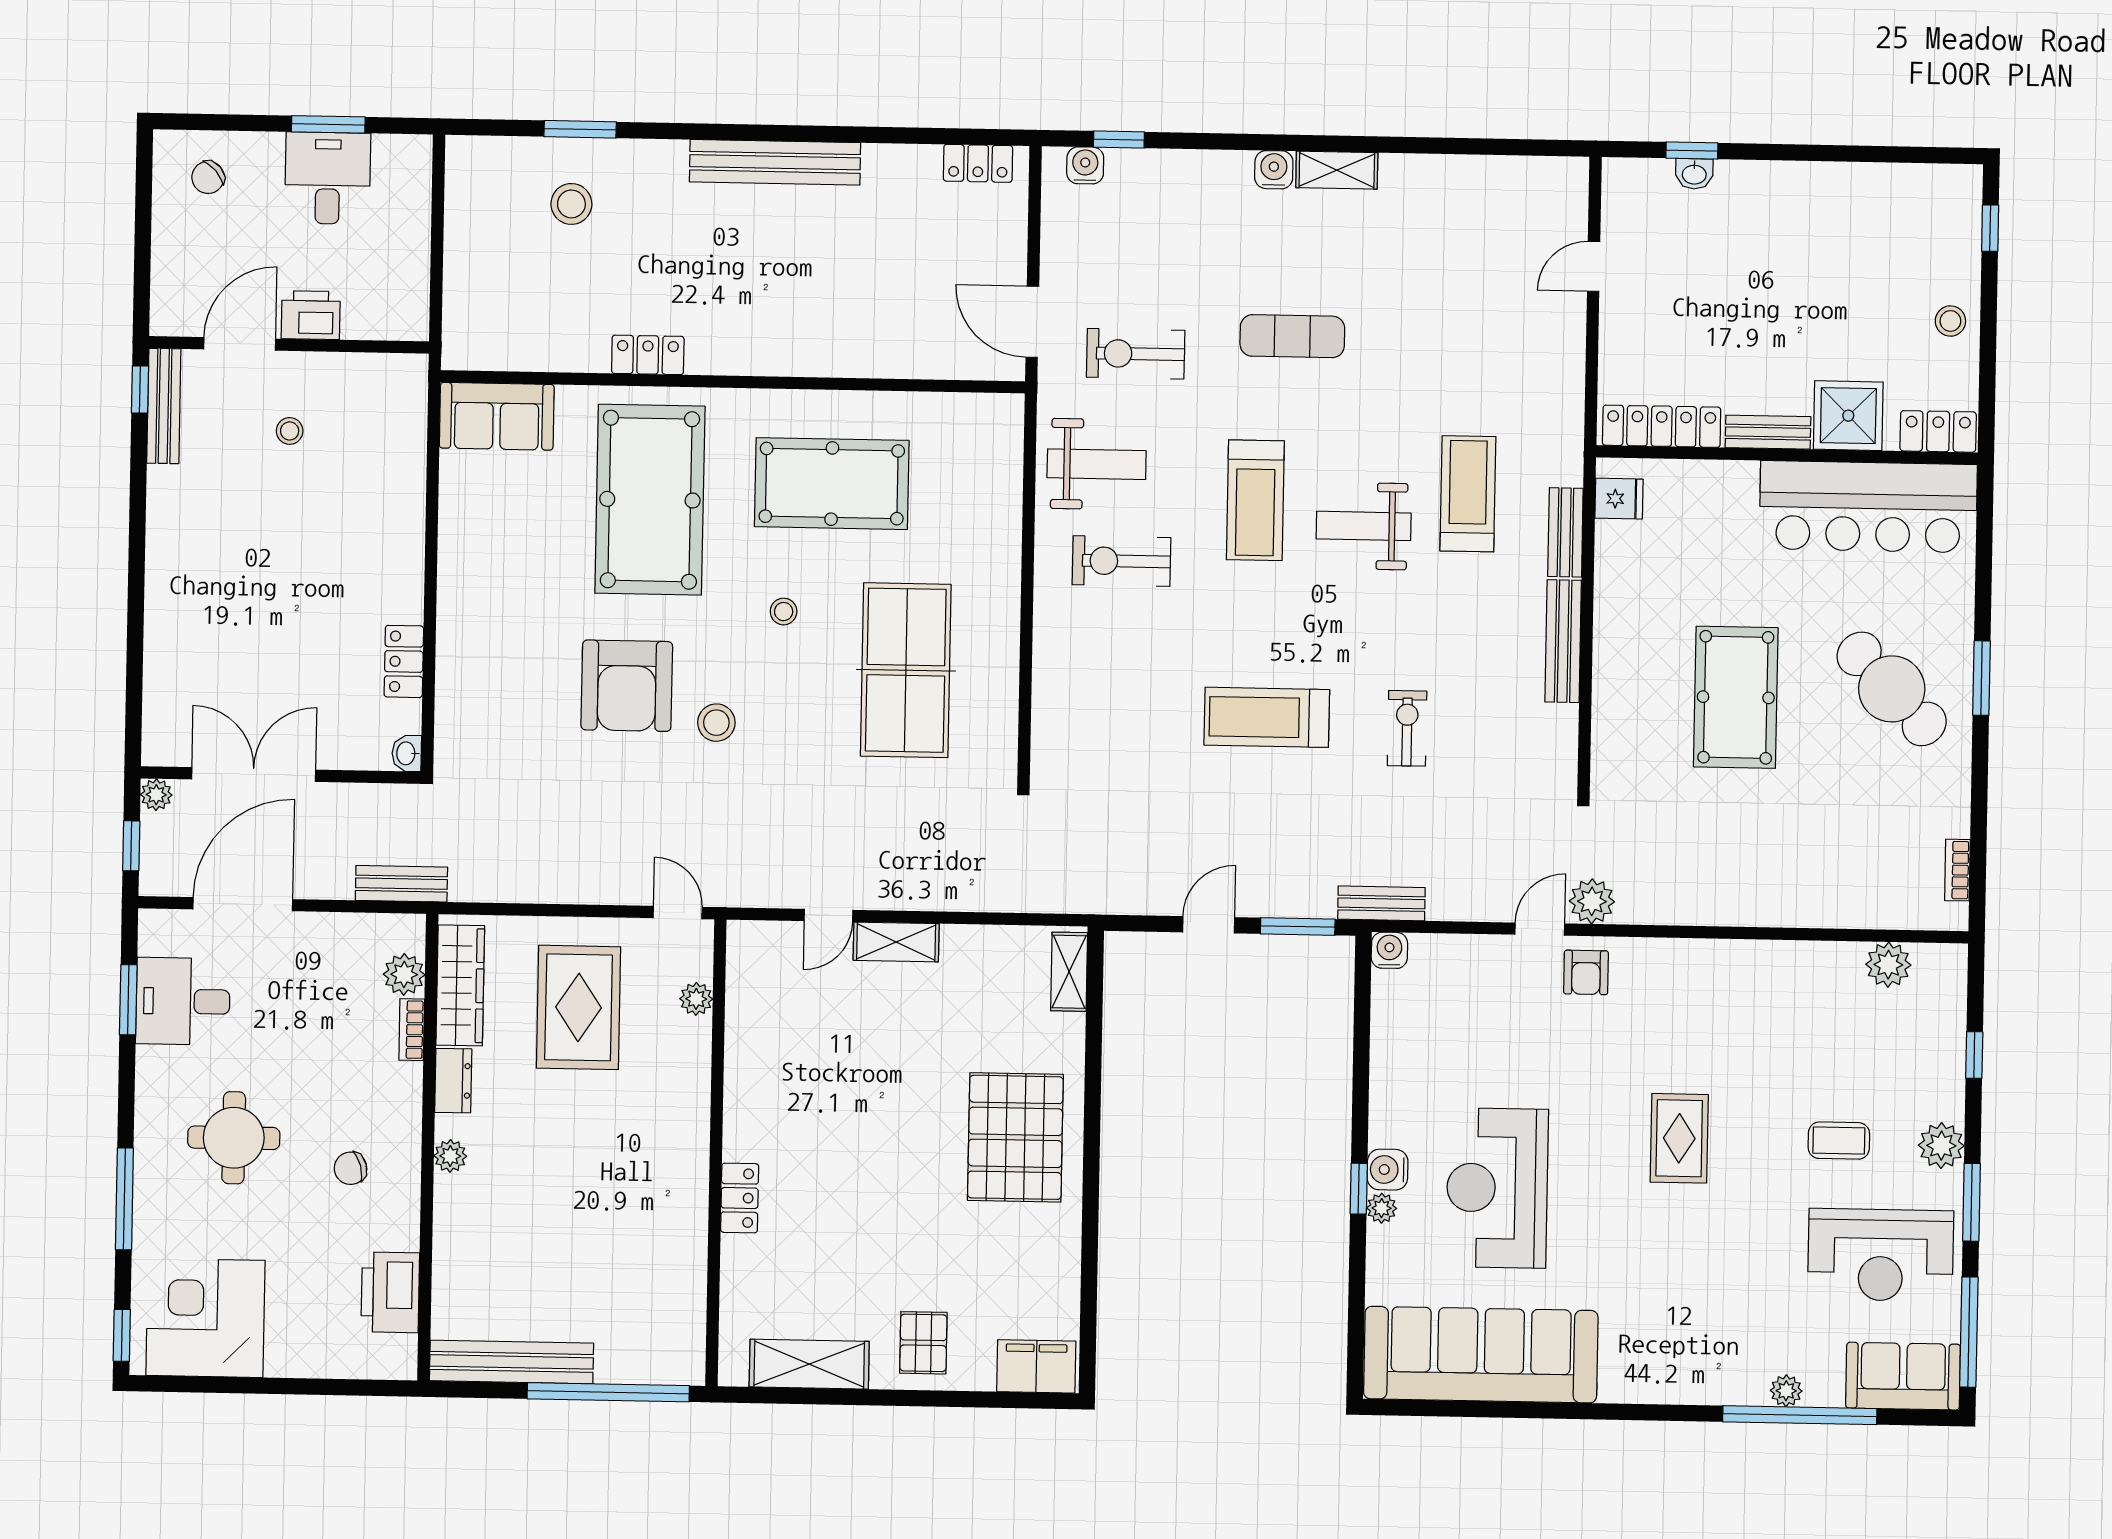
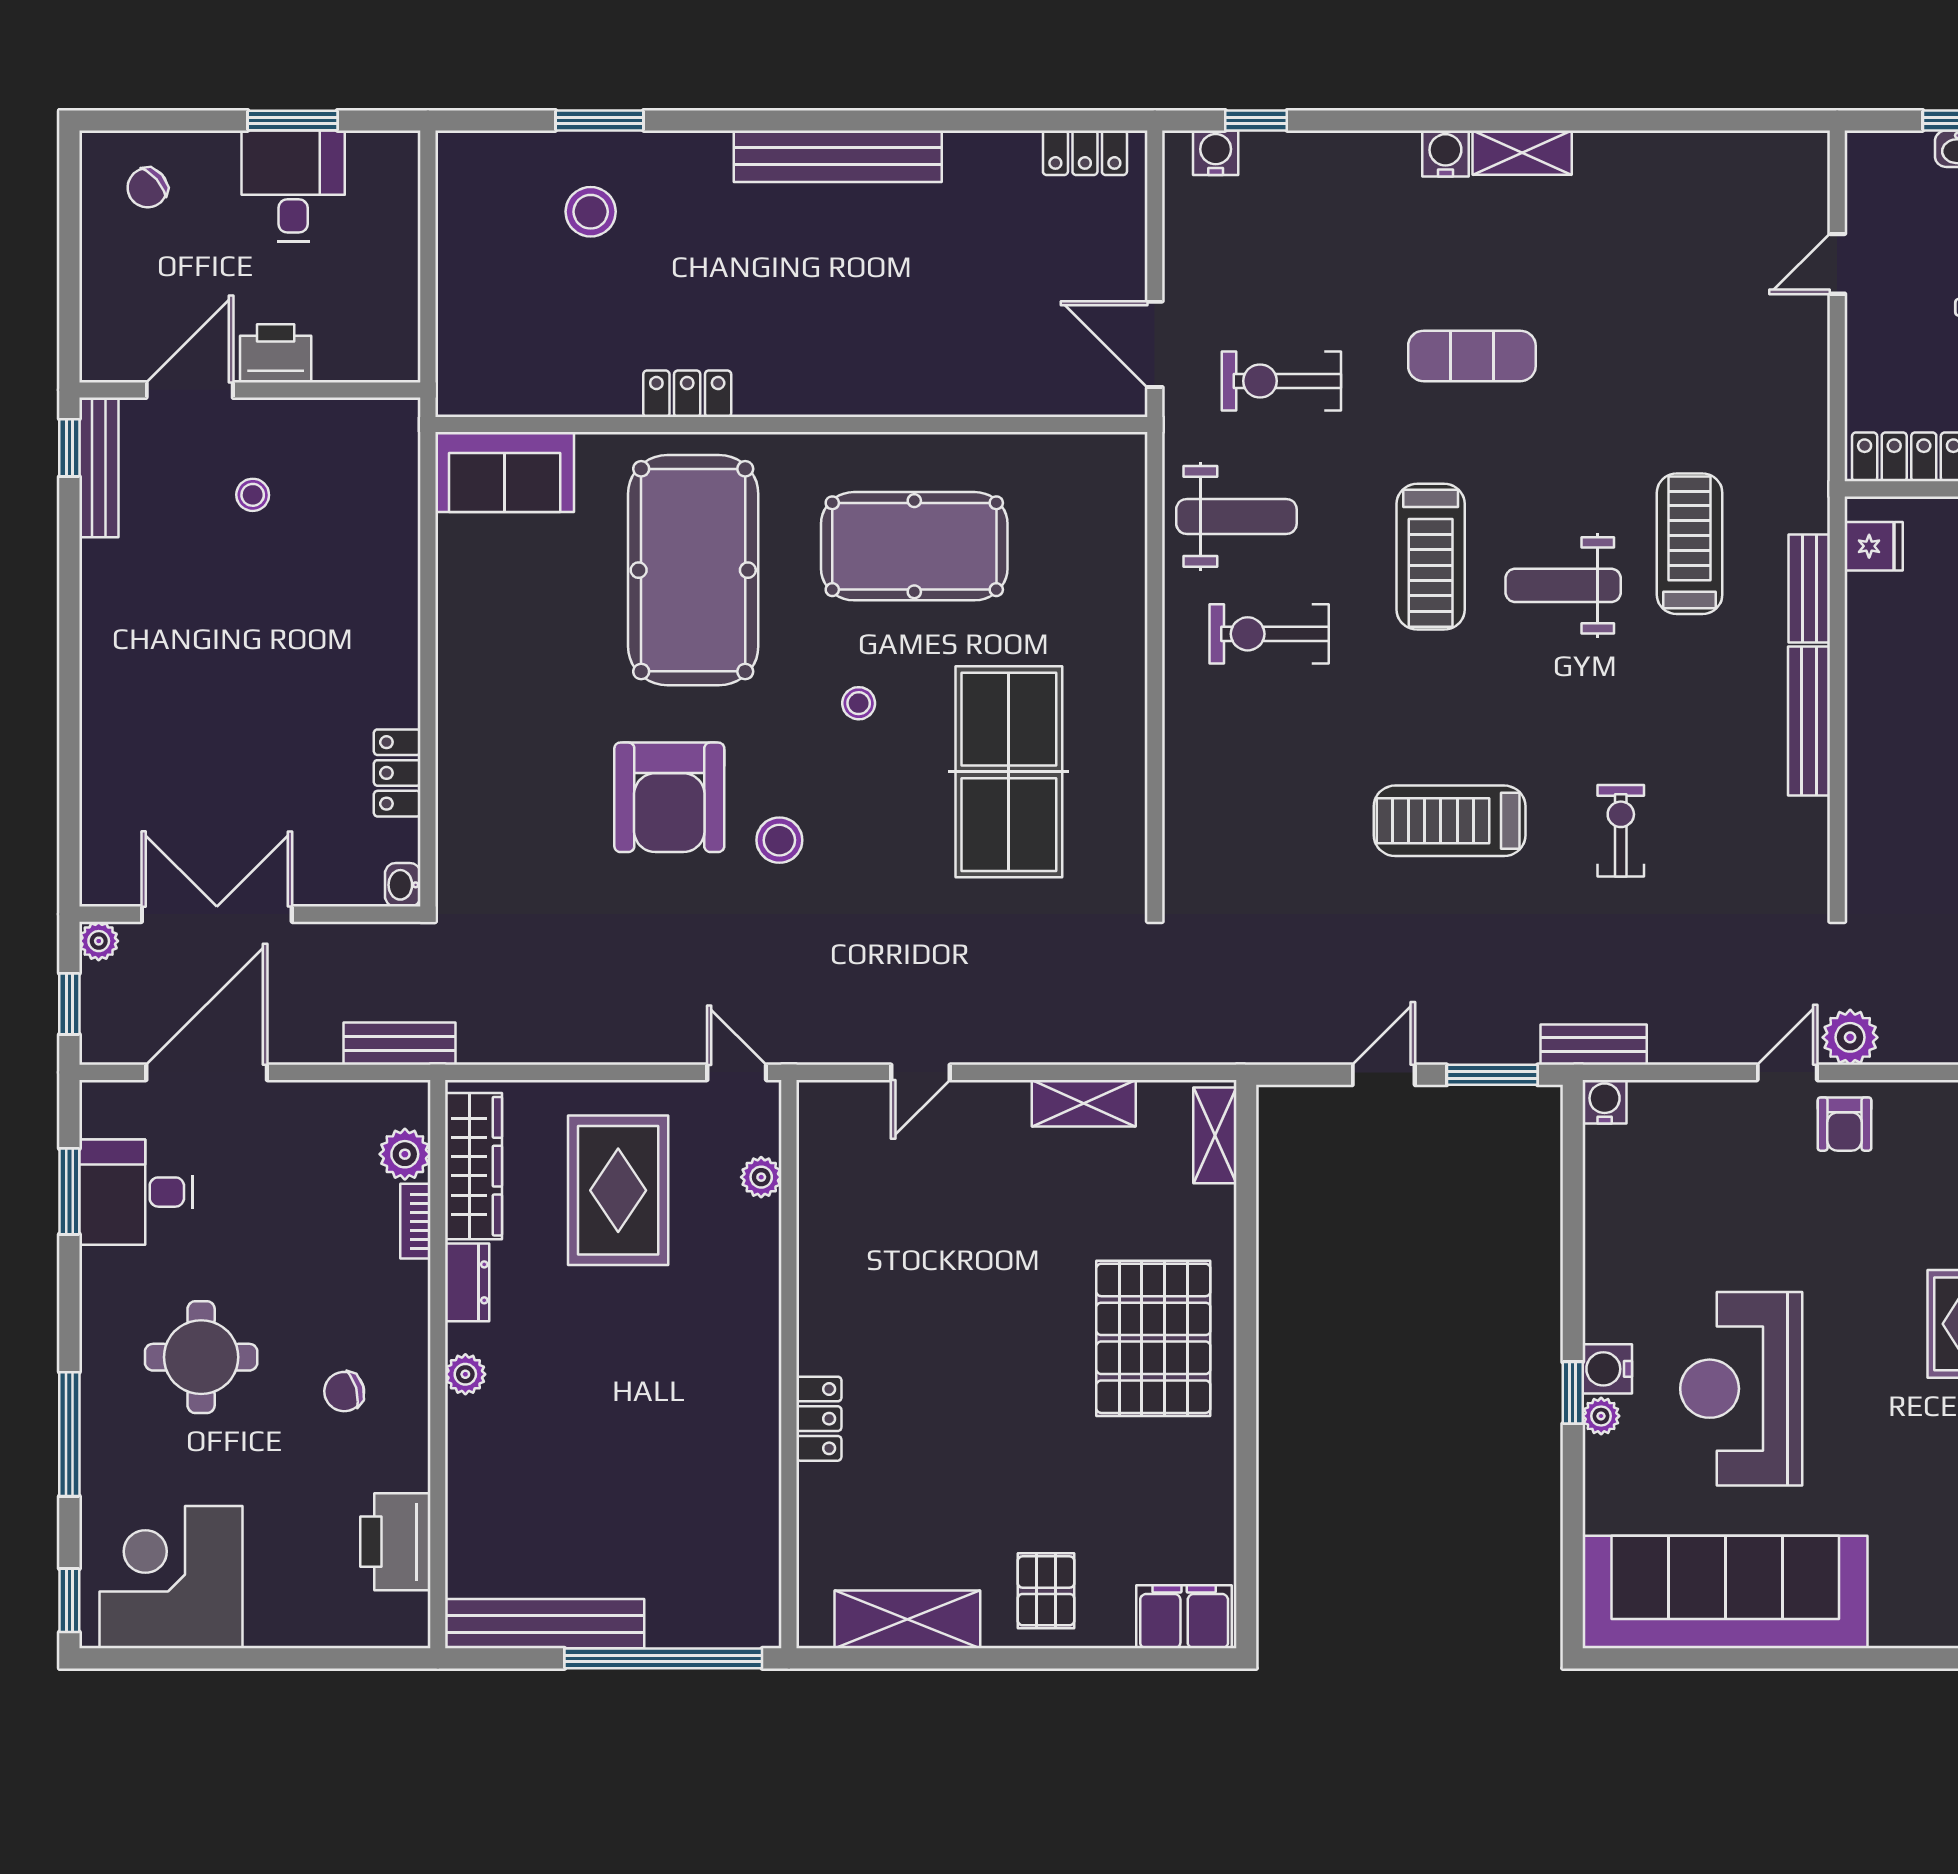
shelving: (896, 942) -> (1084, 1103), moved

